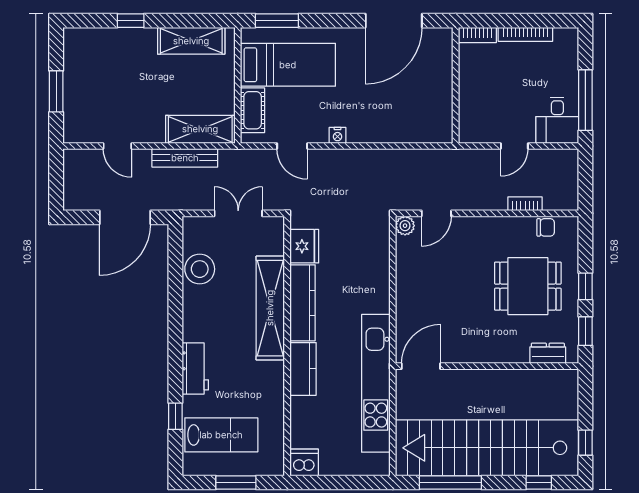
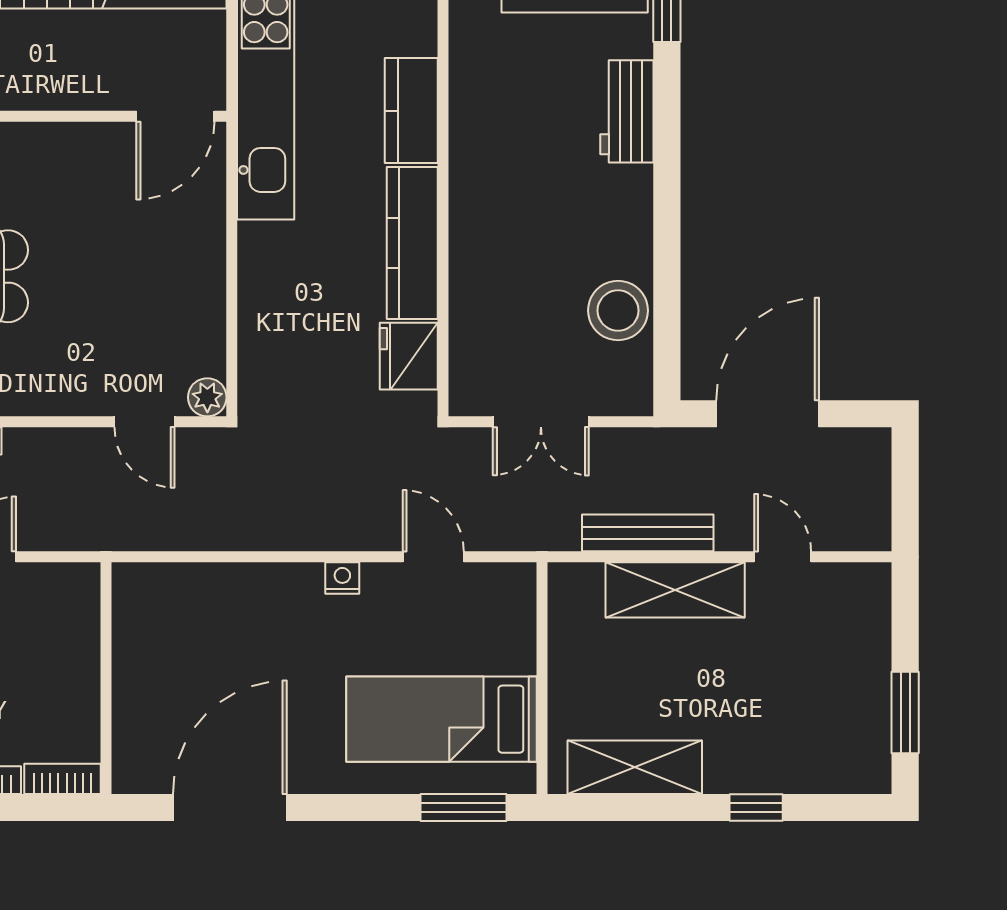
window: (56, 91) -> (905, 713), moved
cot: (253, 110) -> (512, 628), removed
shelving: (200, 129) -> (675, 590), moved
door: (436, 213) -> (144, 422), swing flipped
shelving: (270, 308) -> (477, 232), removed

